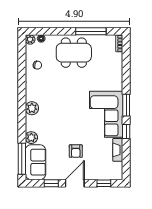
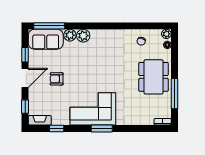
plant: (32, 108) -> (83, 36), moved
window: (126, 131) -> (57, 128), moved
fireplace: (118, 150) -> (40, 120), moved
door: (75, 183) -> (25, 78), hinge flipped

